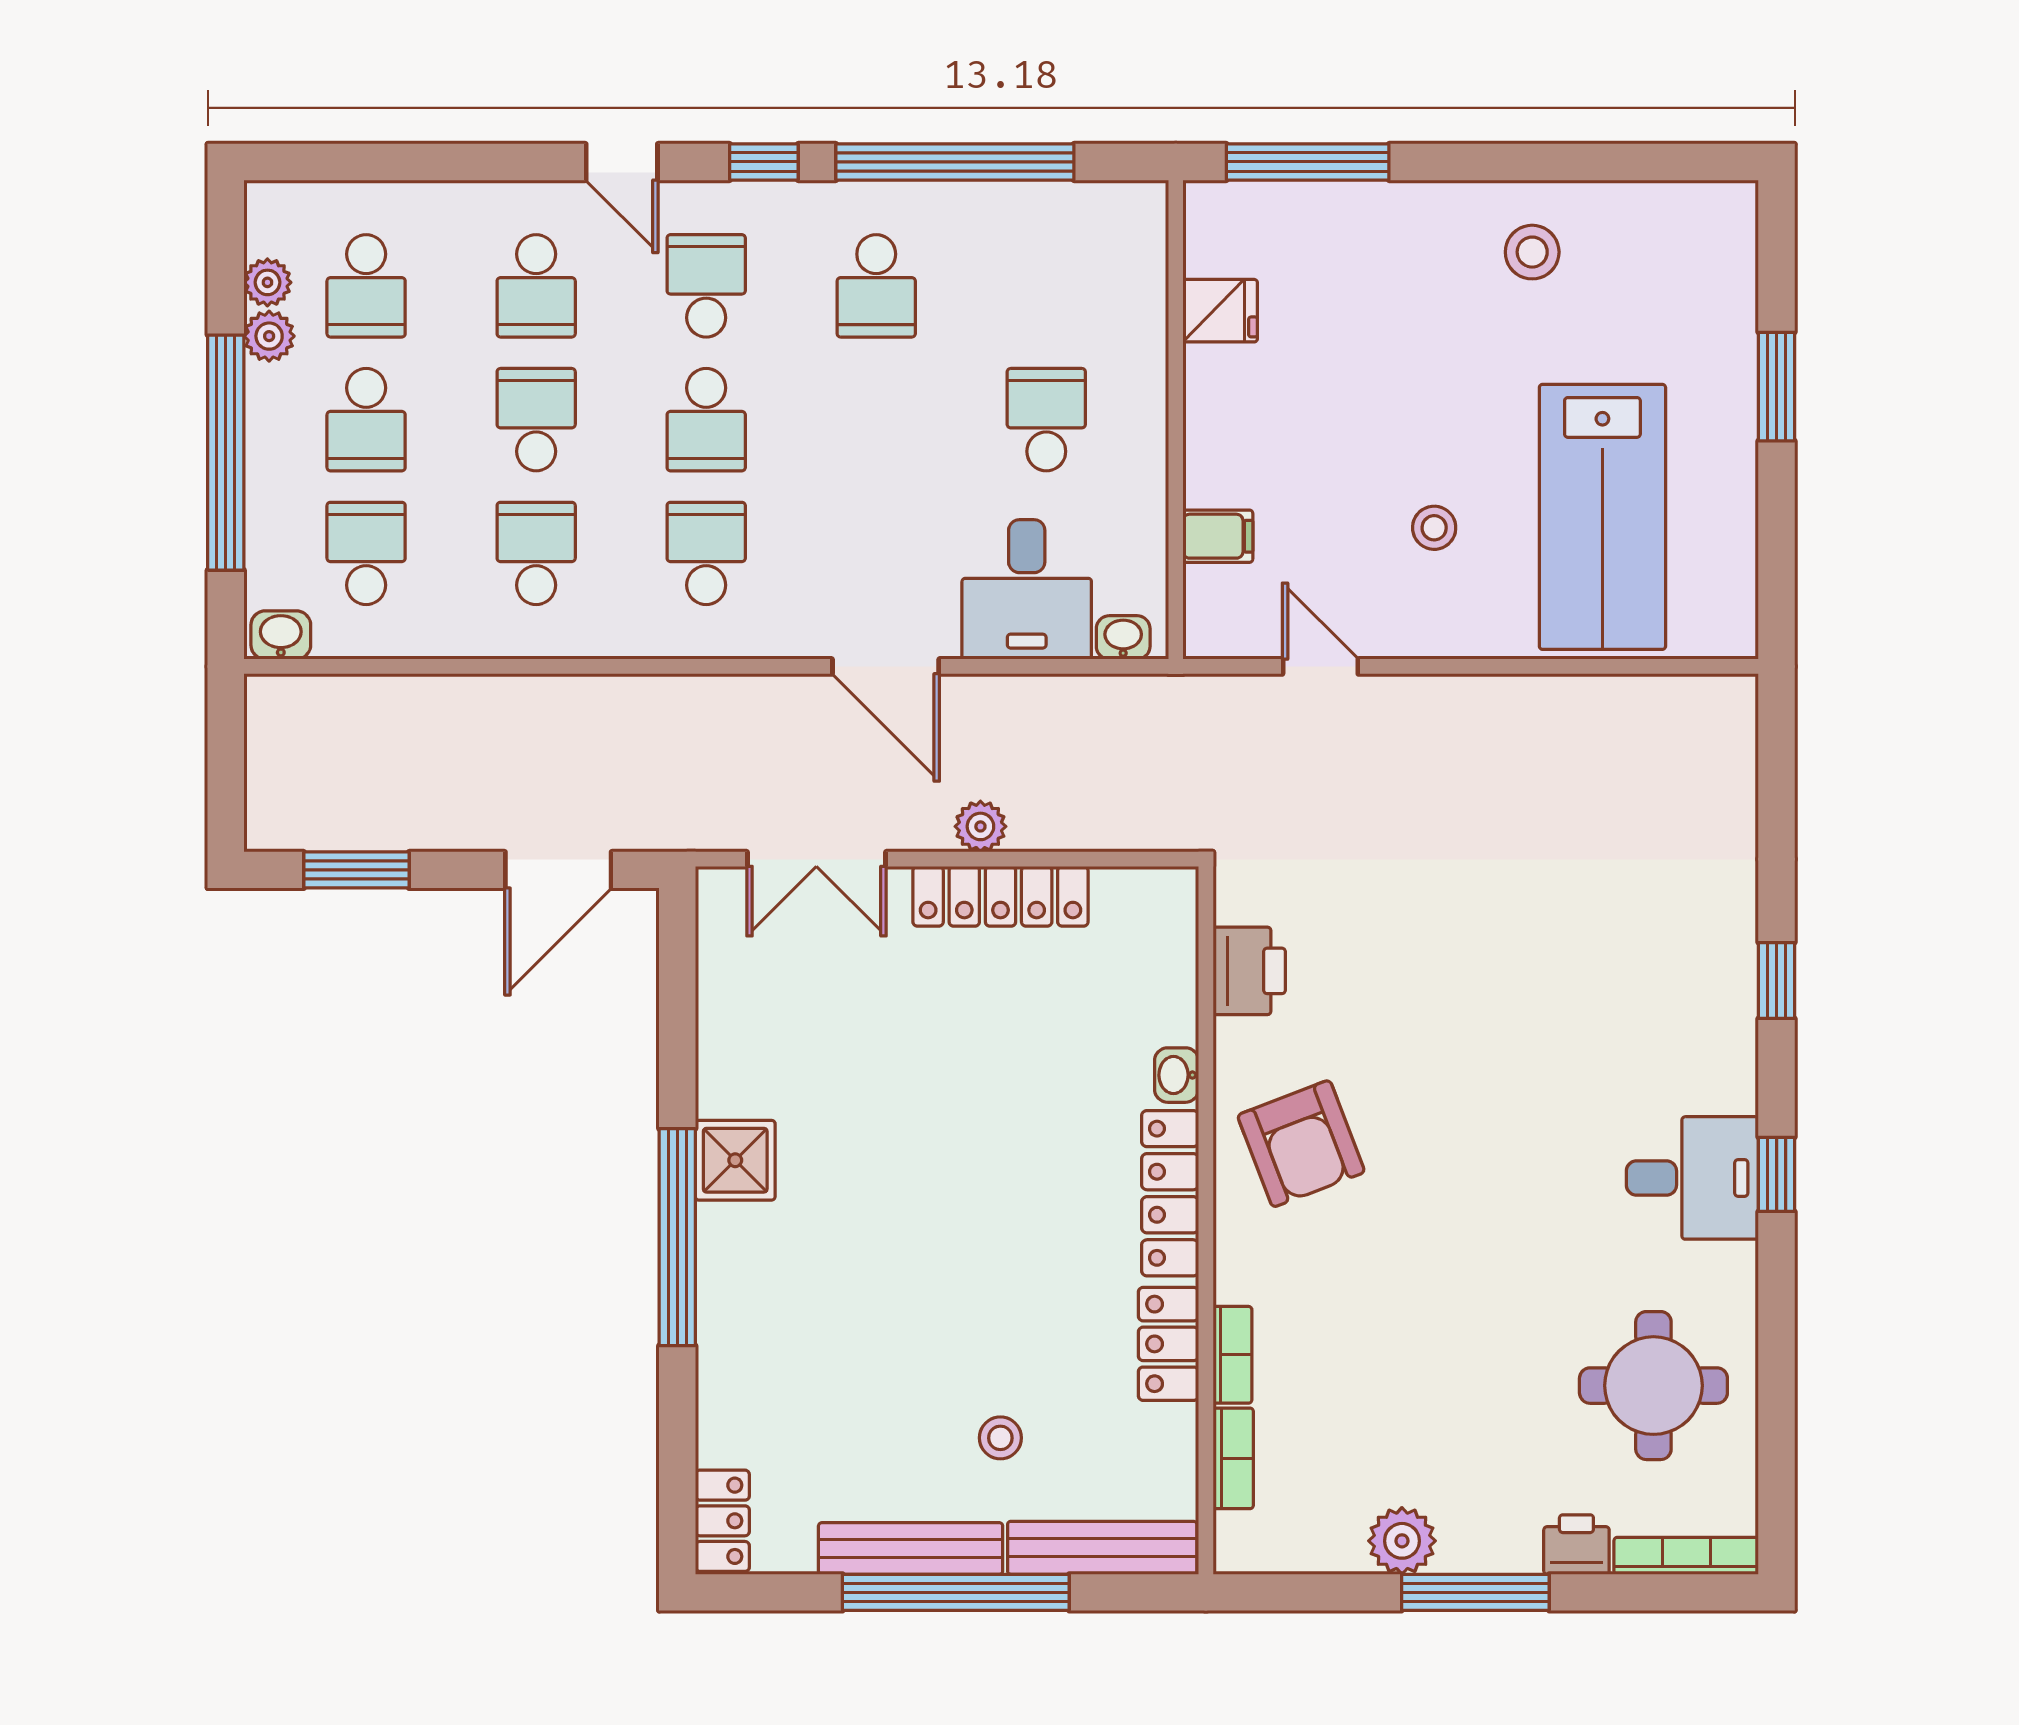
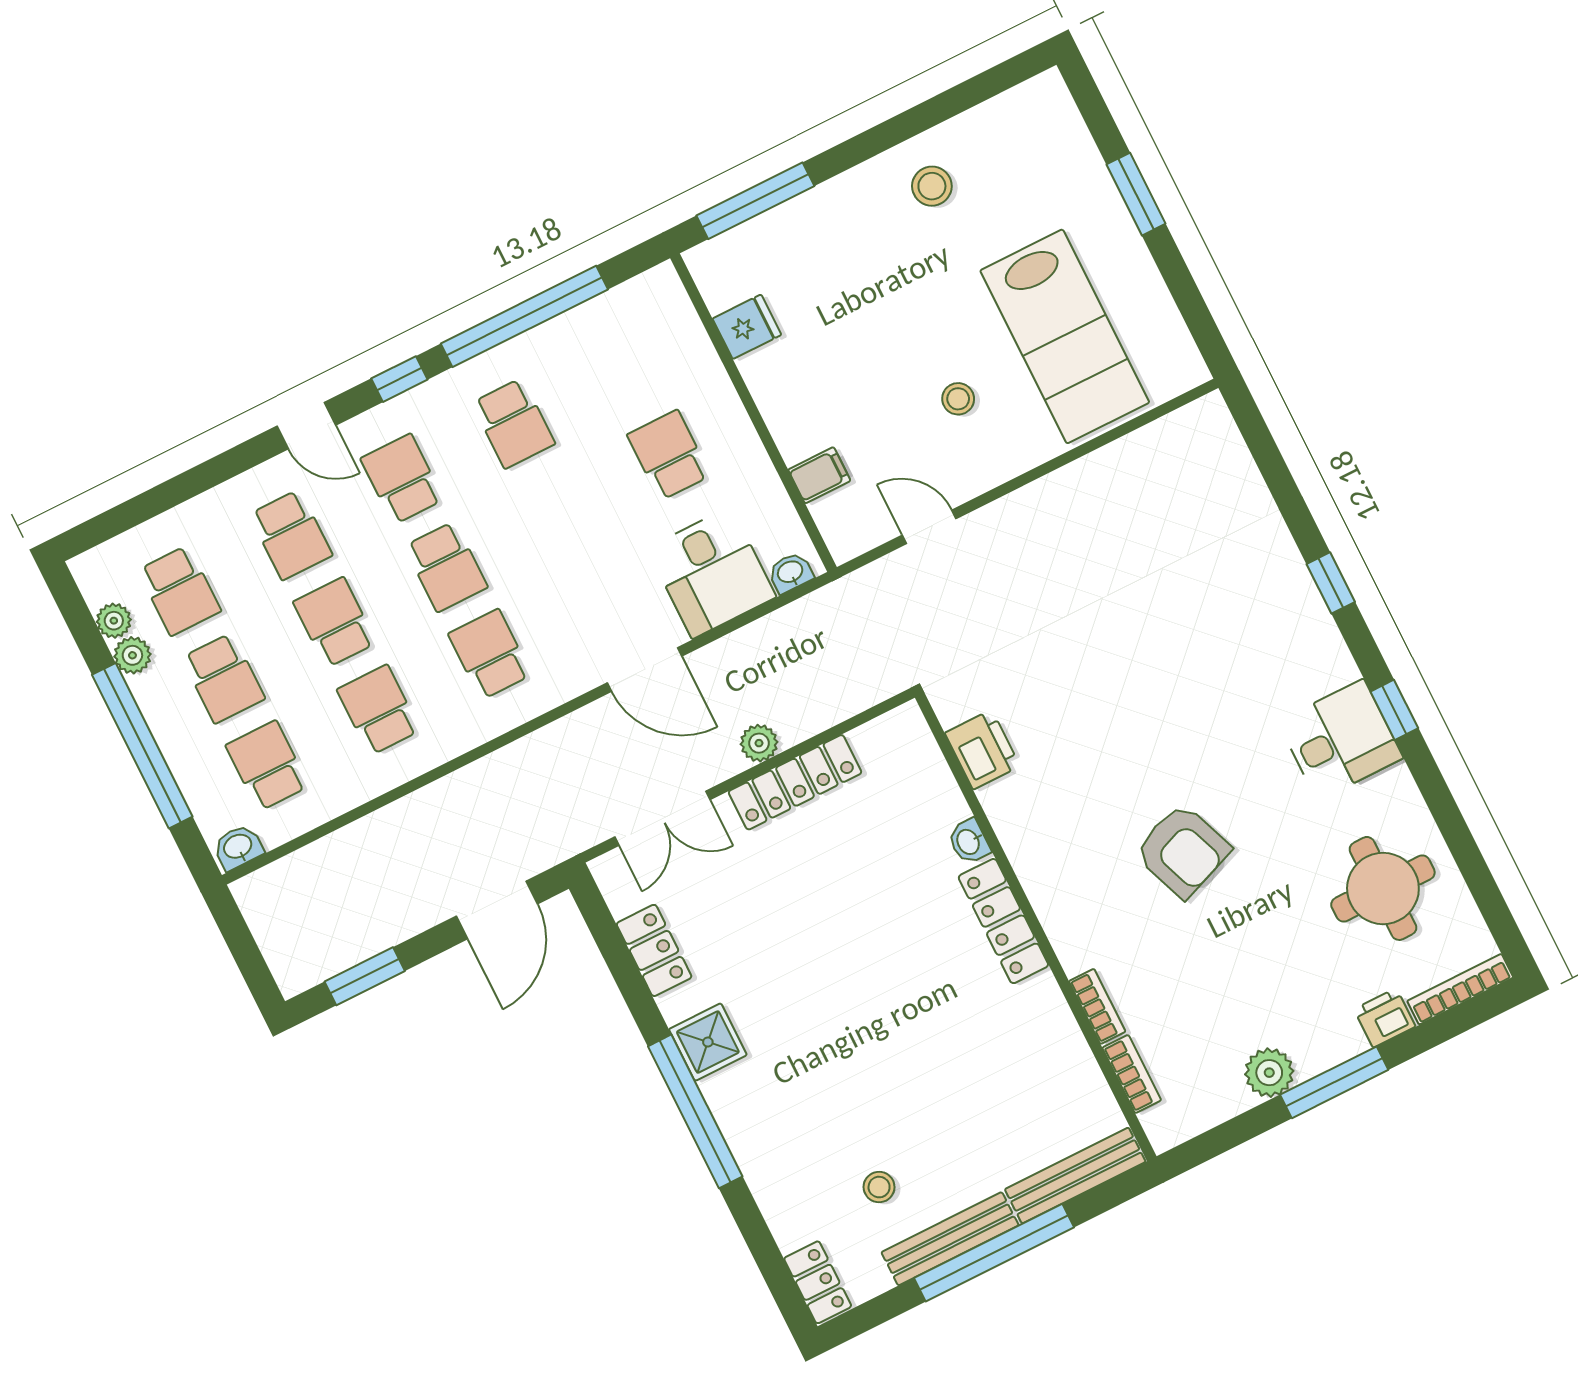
armchair: (1301, 1144) -> (1182, 851), moved
locker: (1168, 1344) -> (654, 950), moved, turned 180
stool: (1000, 1438) -> (879, 1187), moved

